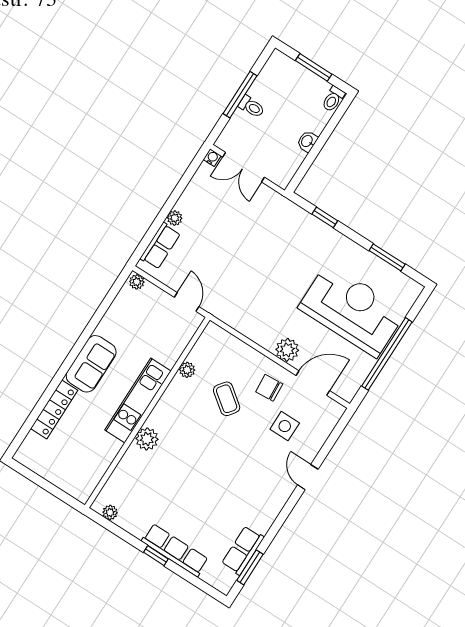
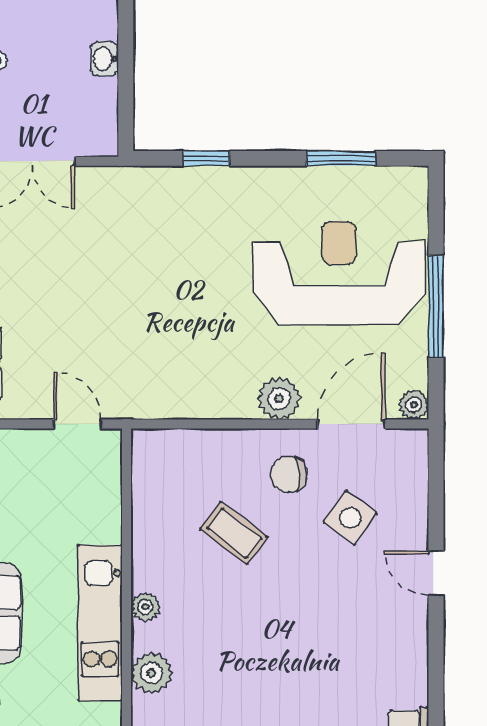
window: (387, 354) -> (436, 306), width x0.68
plant: (187, 370) -> (145, 607), moved
plant: (348, 393) -> (414, 405), added
side table: (285, 426) -> (350, 518), turned 36

